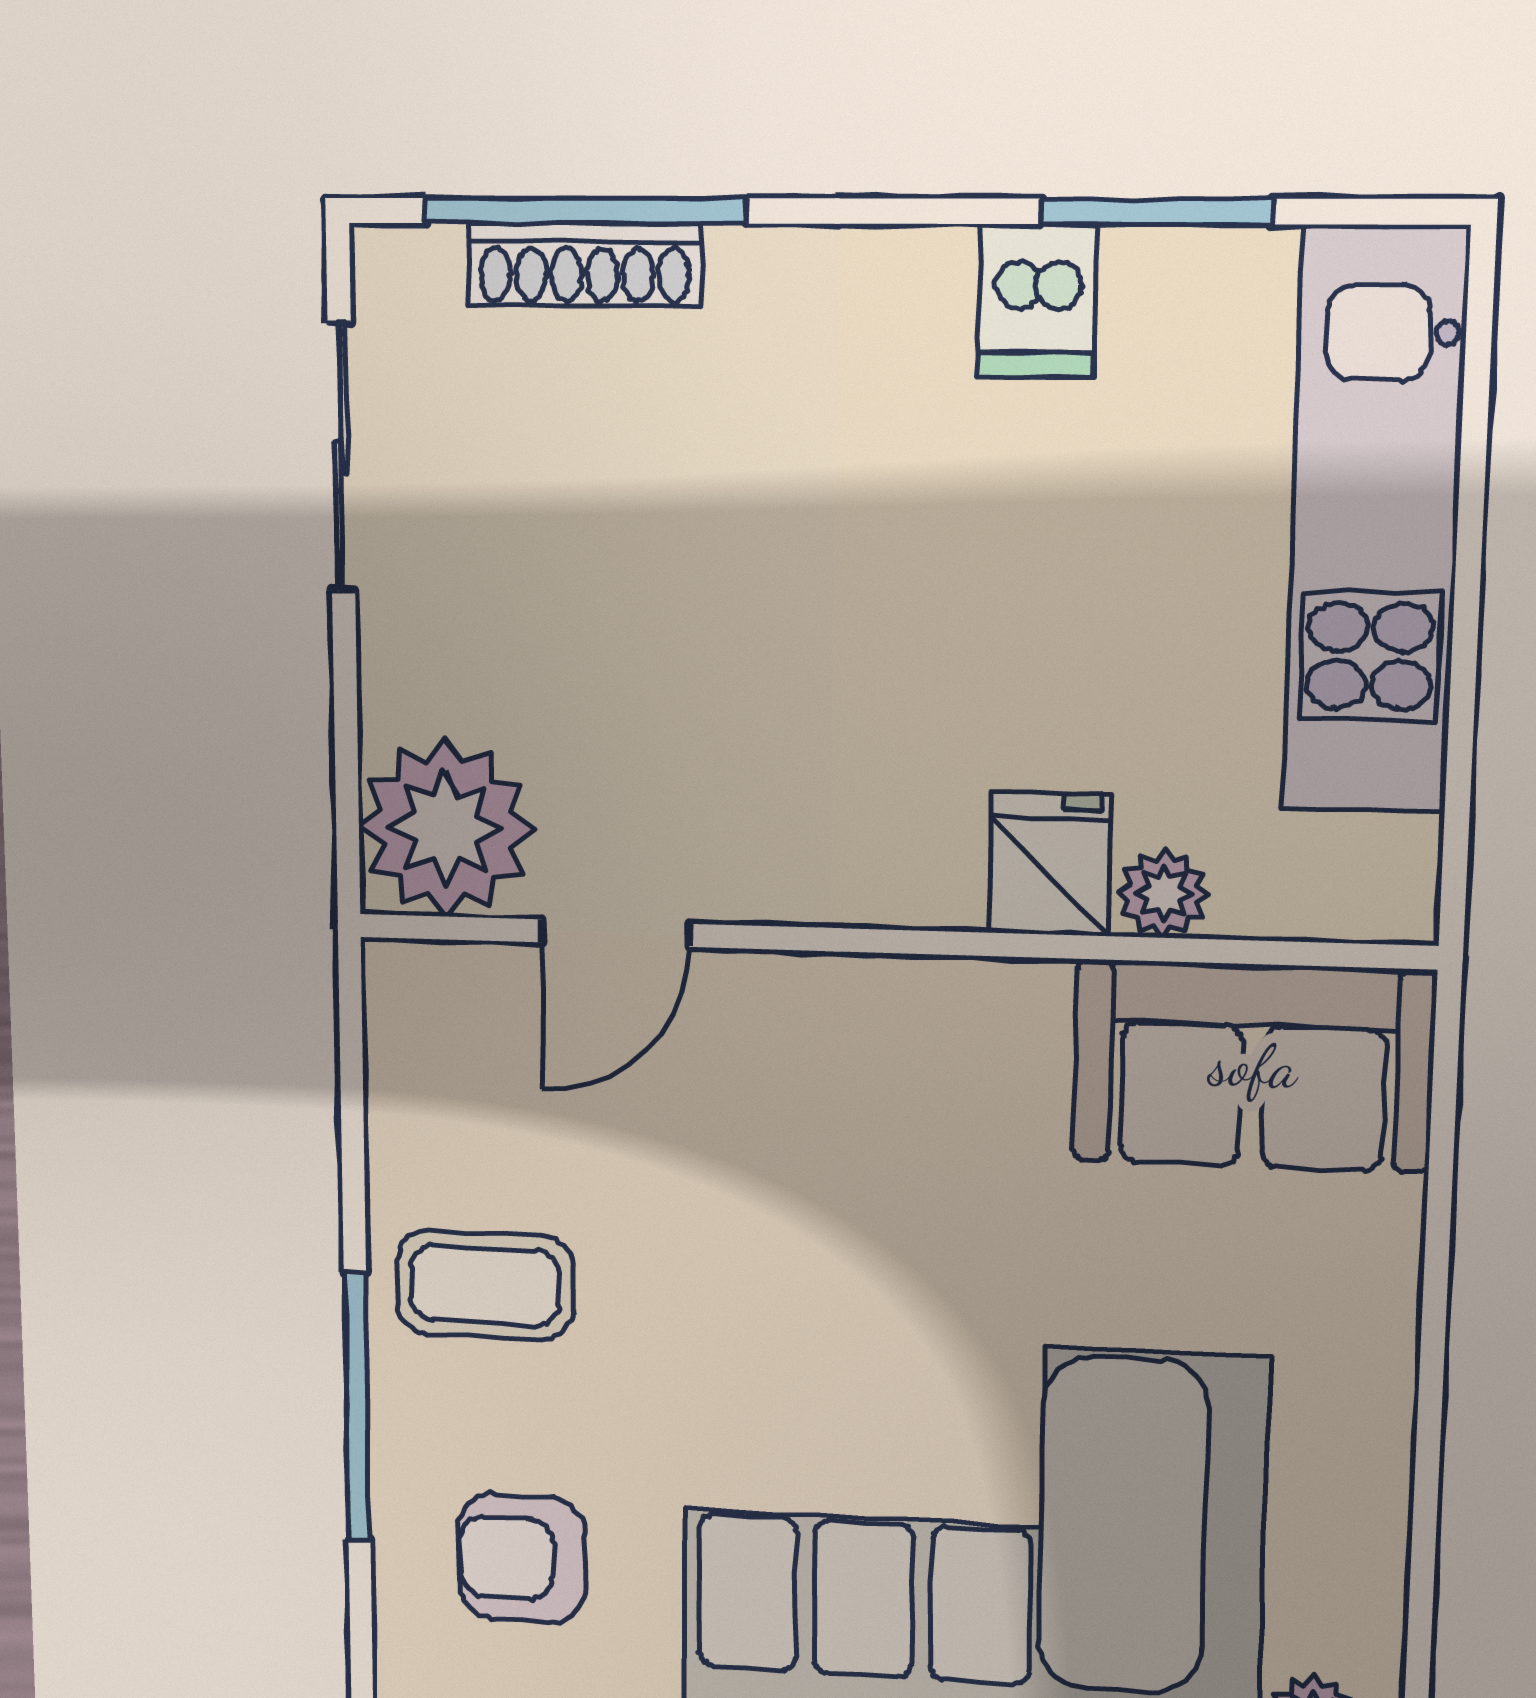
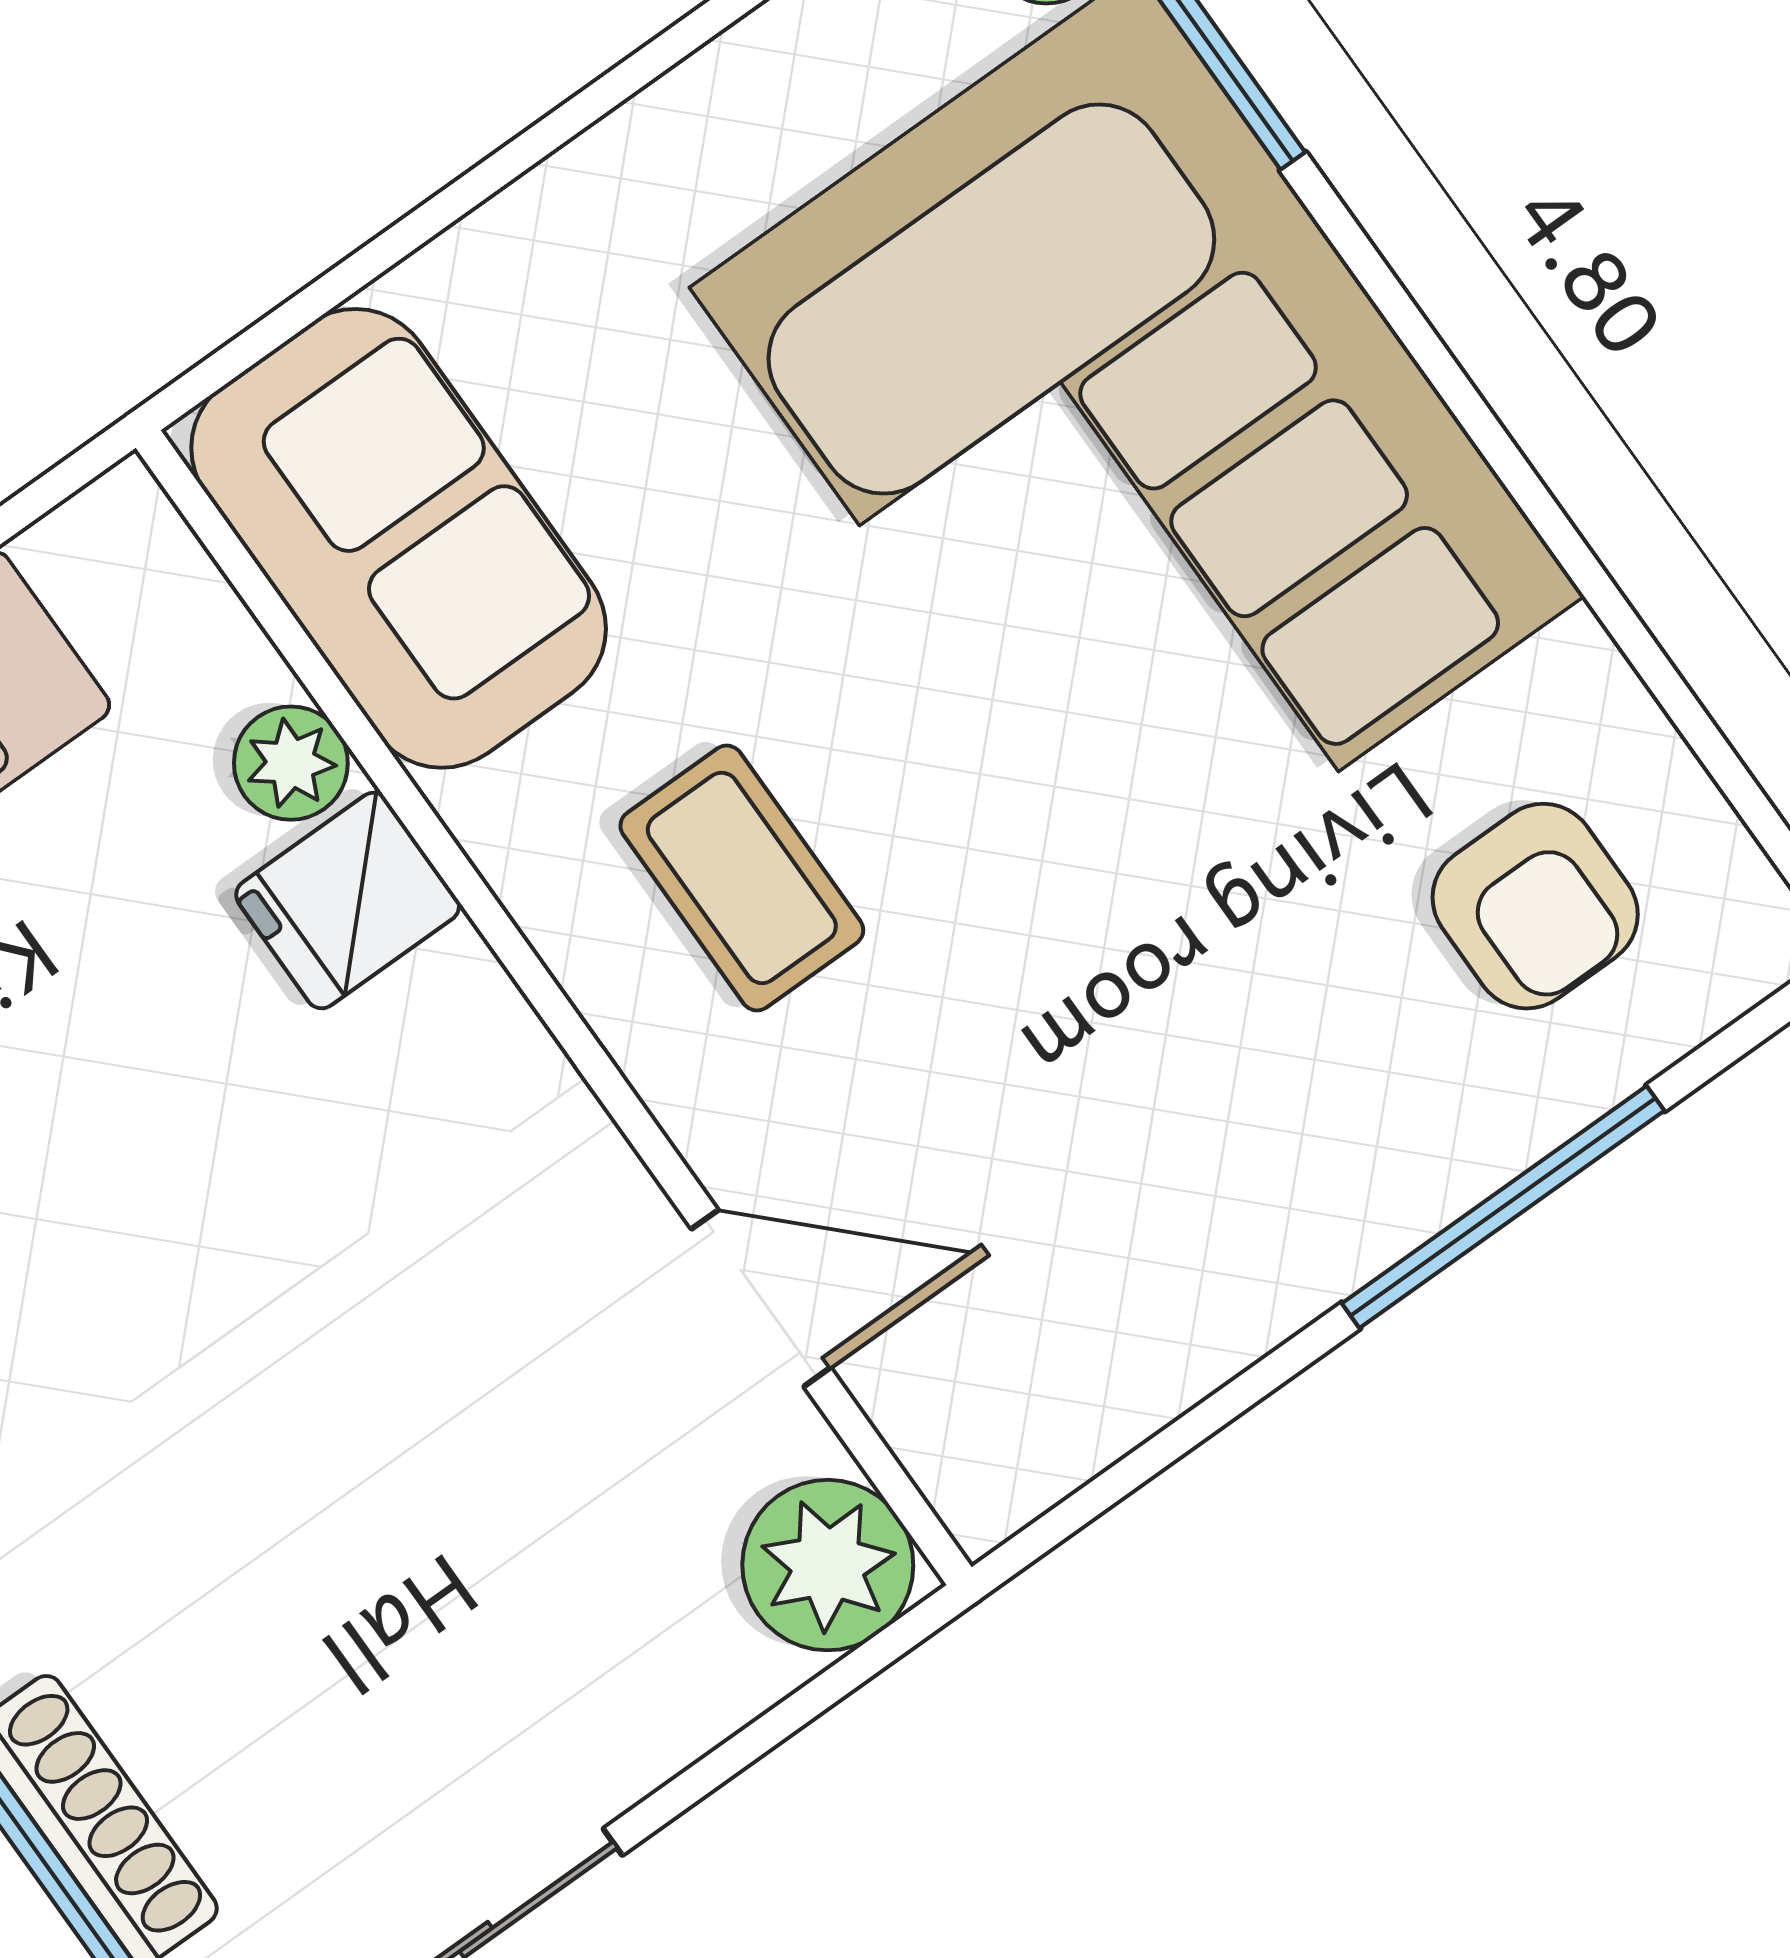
plant: (446, 828) -> (828, 1565), width x0.73, depth x0.73
coffee table: (485, 1285) -> (742, 878), moved

